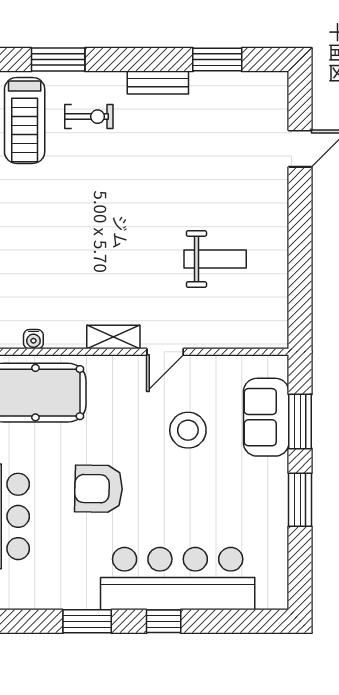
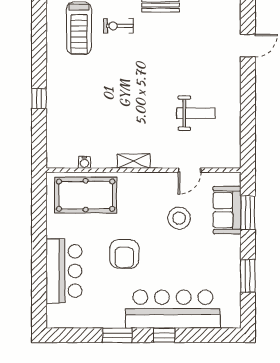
exercise bike: (89, 117) -> (118, 26), turned 180
door: (165, 352) -> (190, 170), moved
armchair: (99, 489) -> (124, 254), turned -91
window: (300, 500) -> (248, 276), moved

